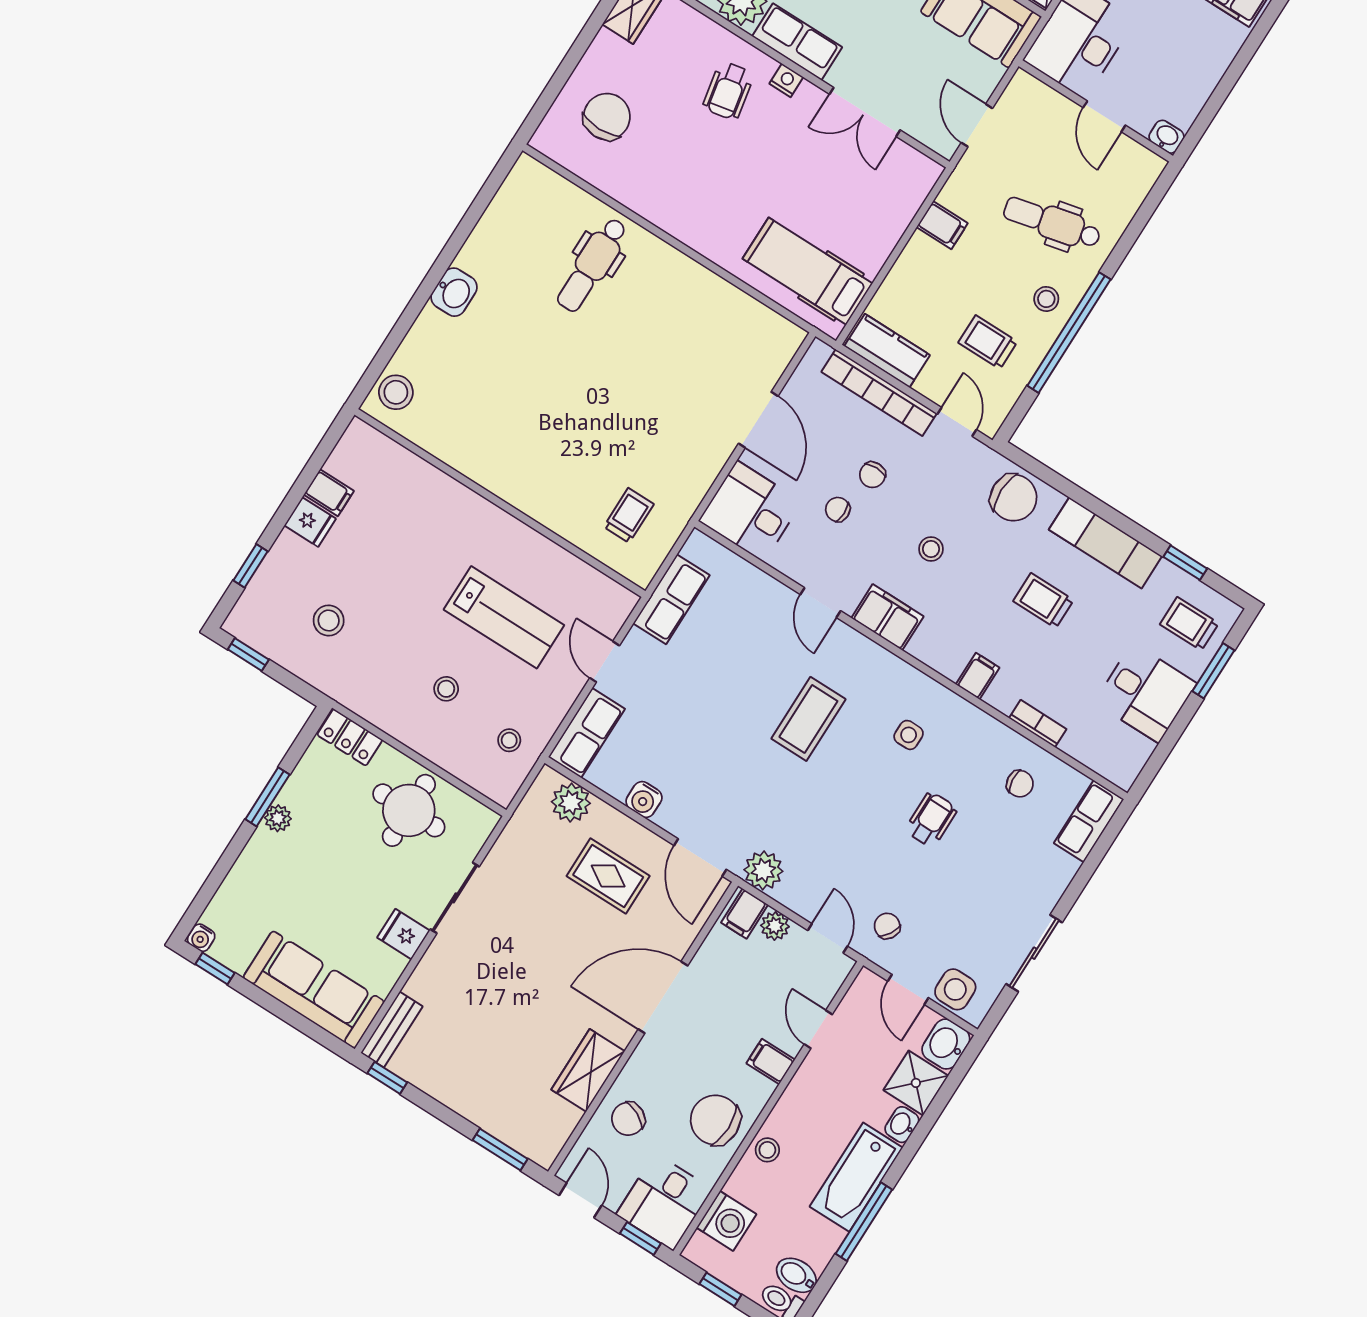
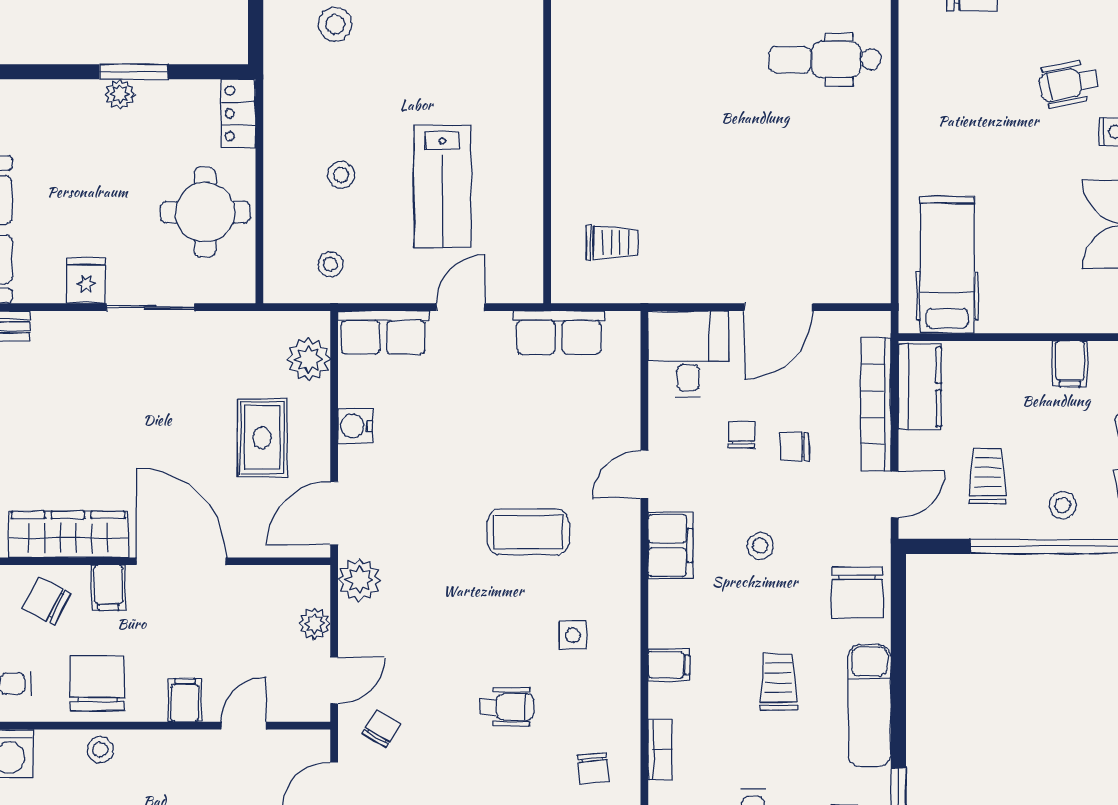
filing cabinet: (745, 914) -> (108, 587), moved, turned -90
wardrobe: (588, 1070) -> (68, 534), width x1.50

